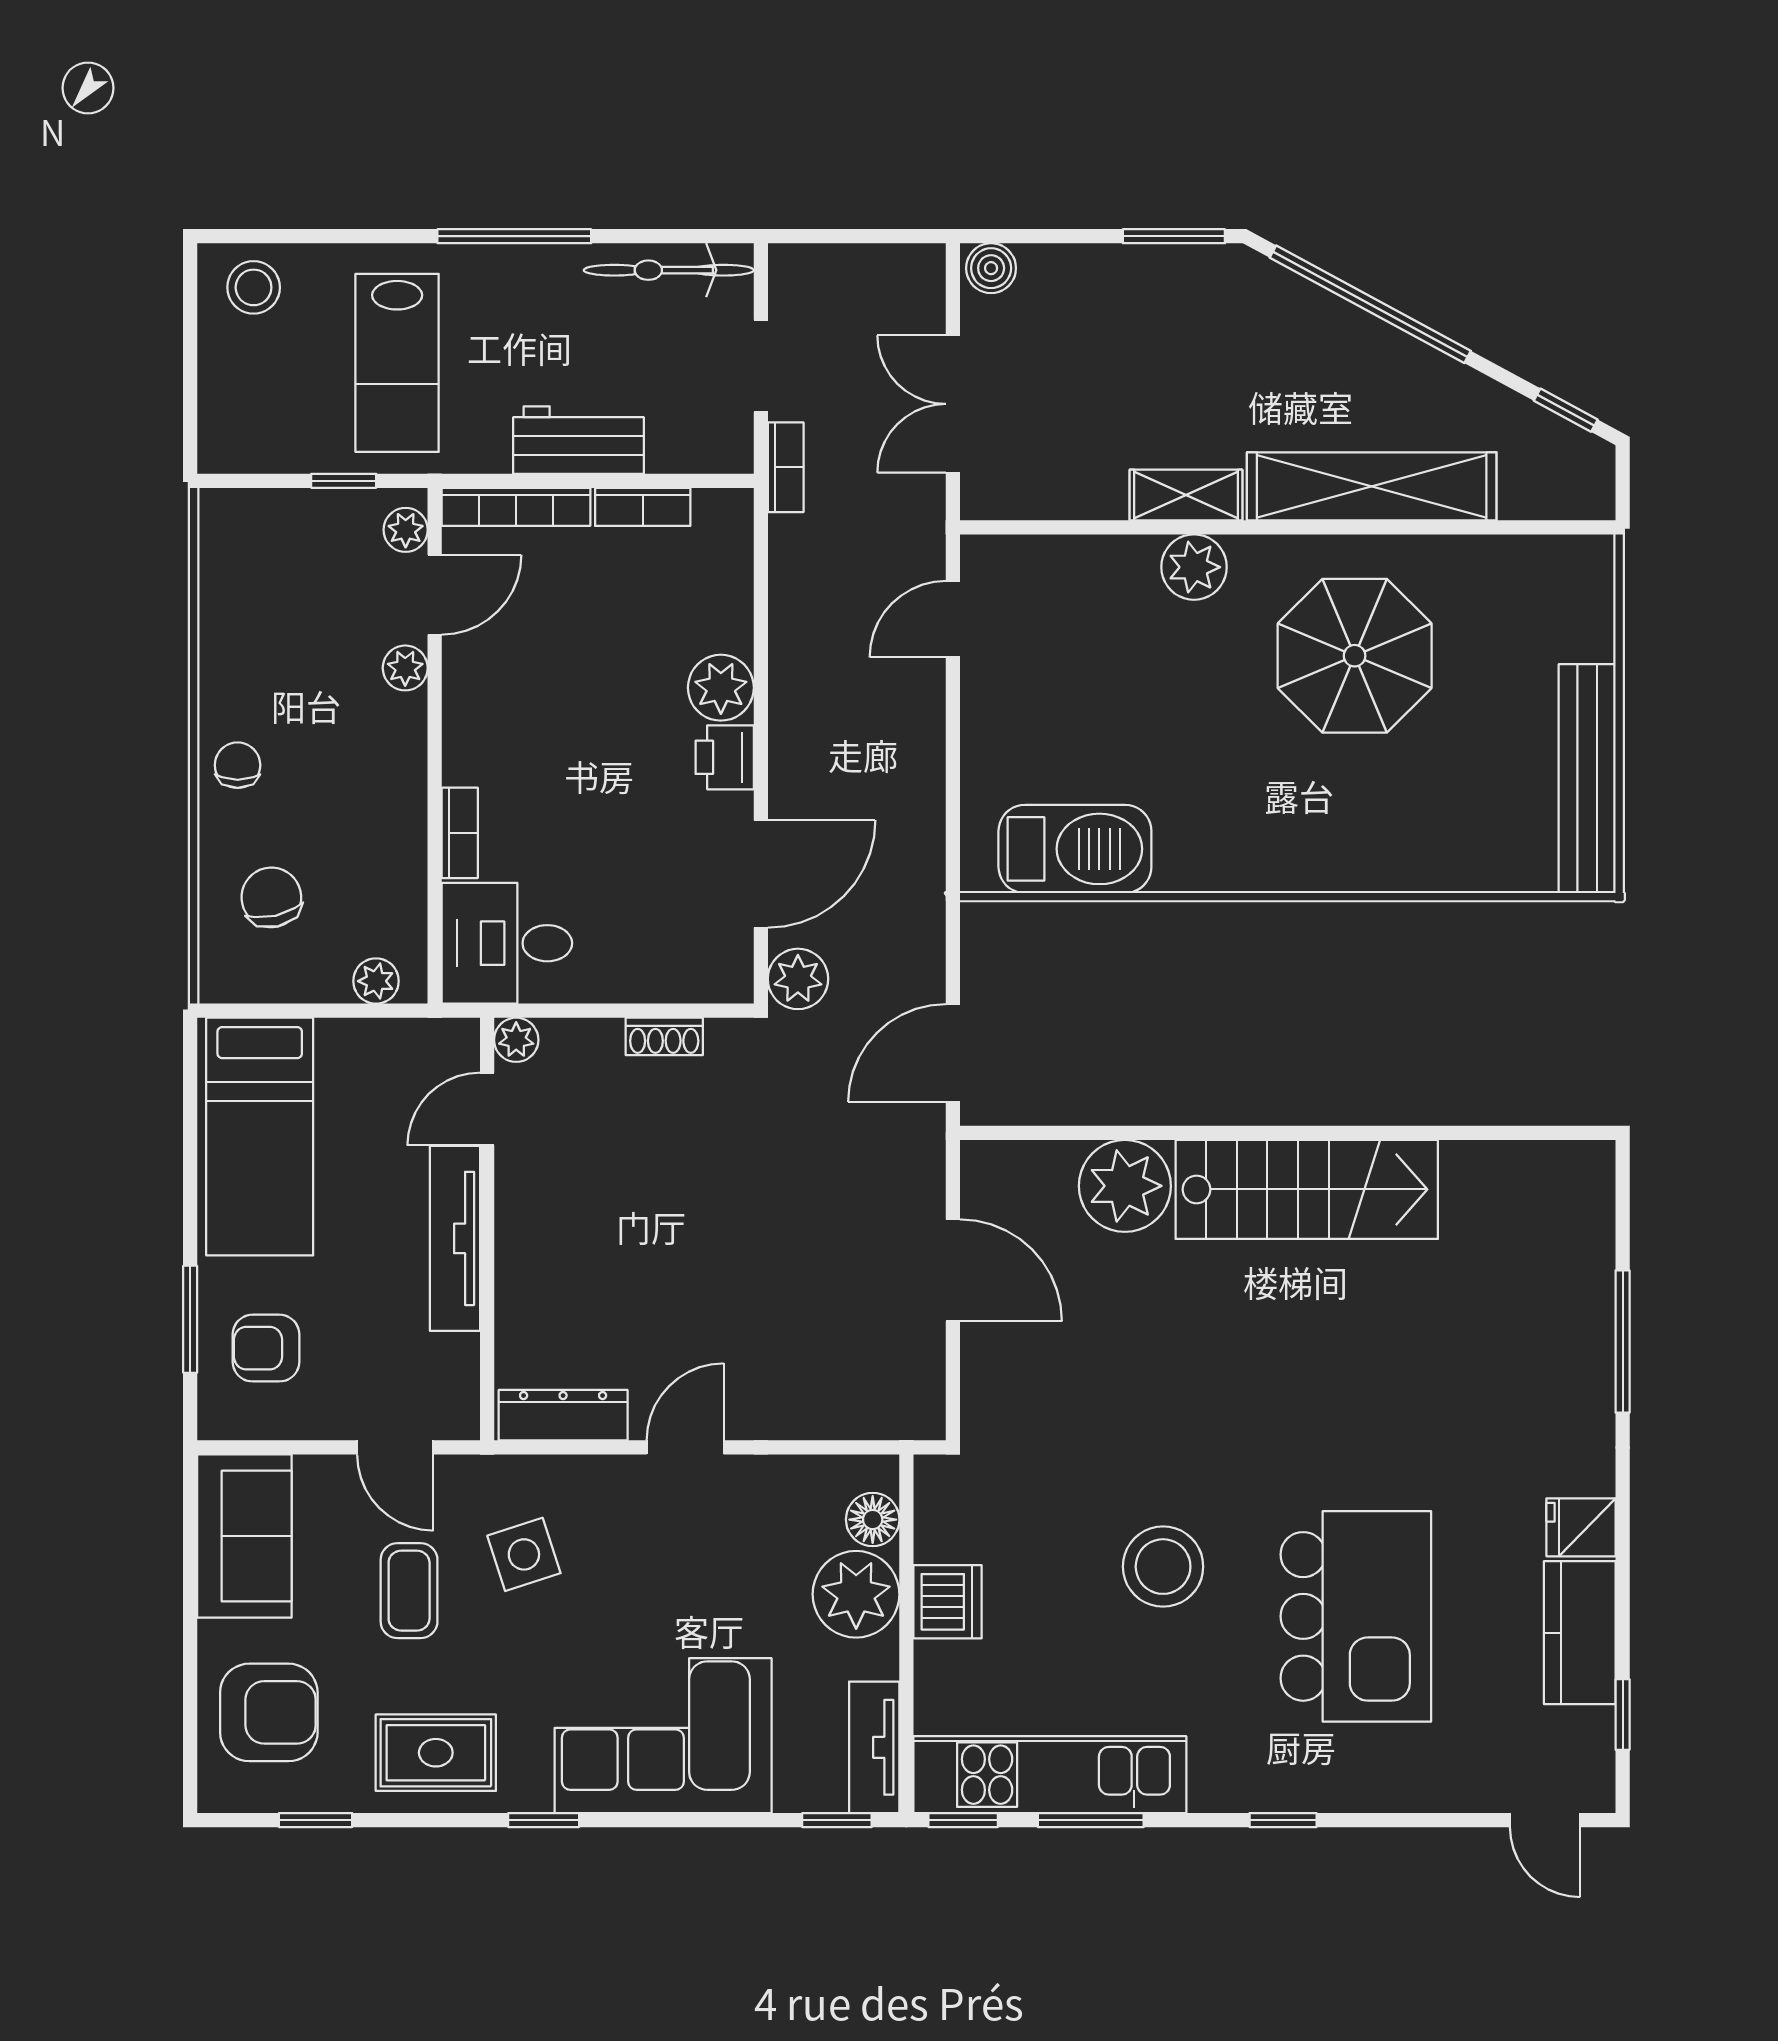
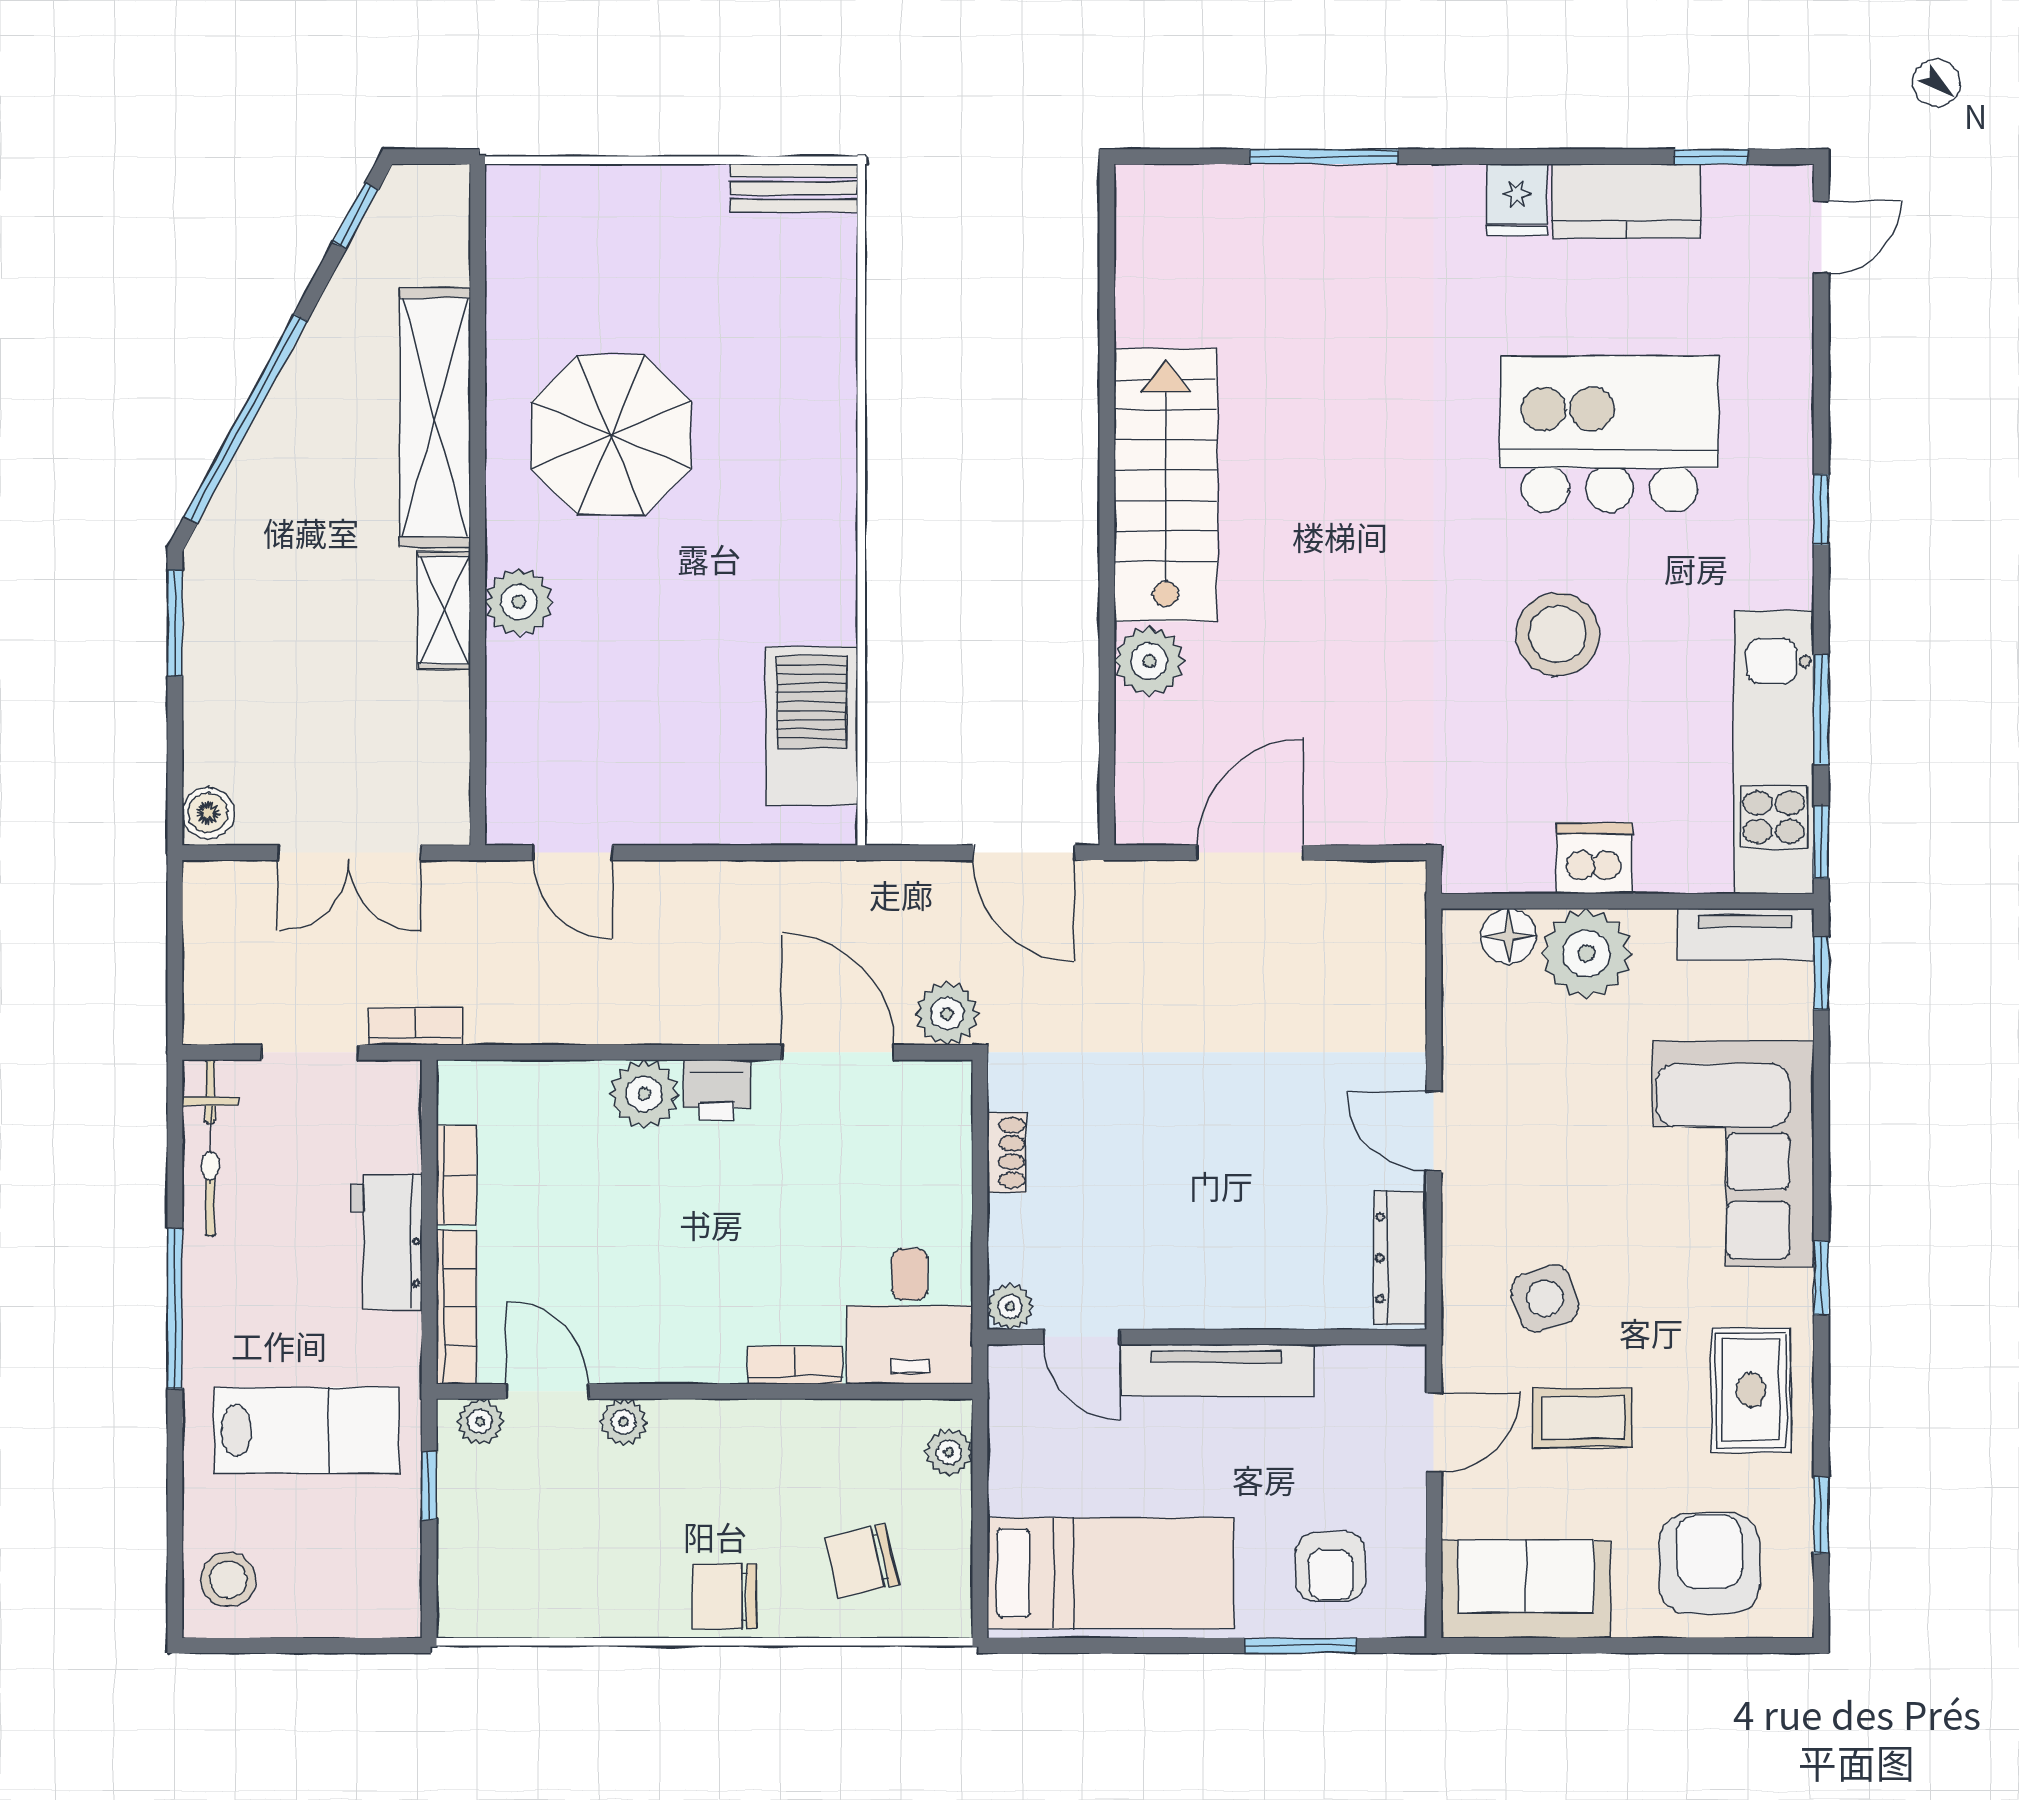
chair: (238, 765) -> (725, 1596), width x1.37, depth x1.37
bench: (1587, 779) -> (794, 188), width x0.54, depth x0.82
plant: (1125, 1186) -> (1149, 661), width x0.73, depth x0.73

